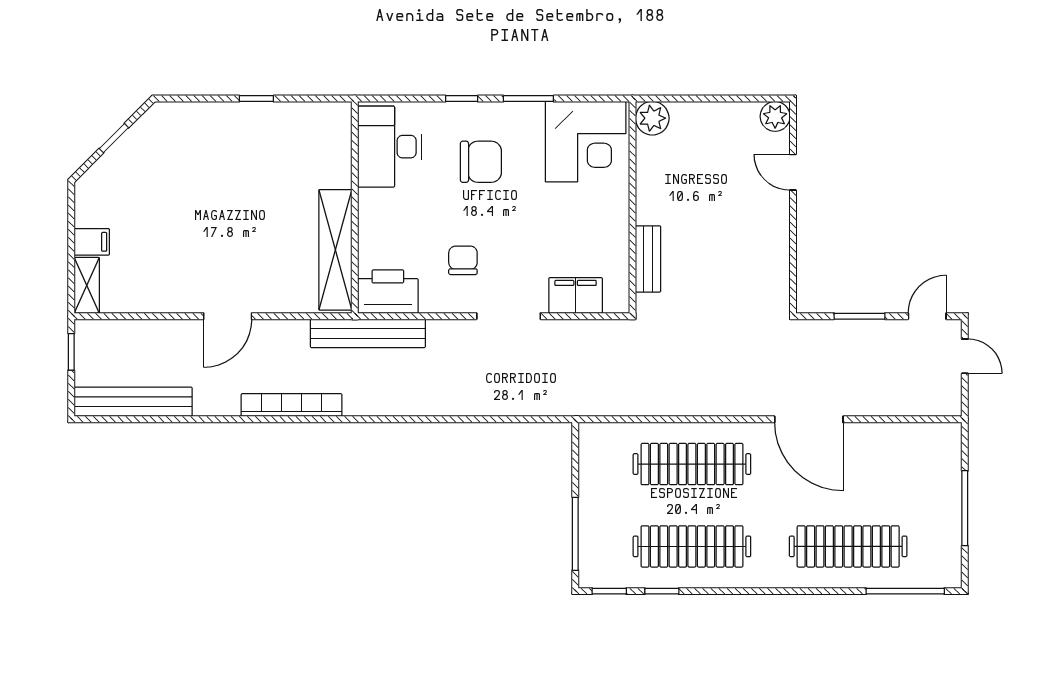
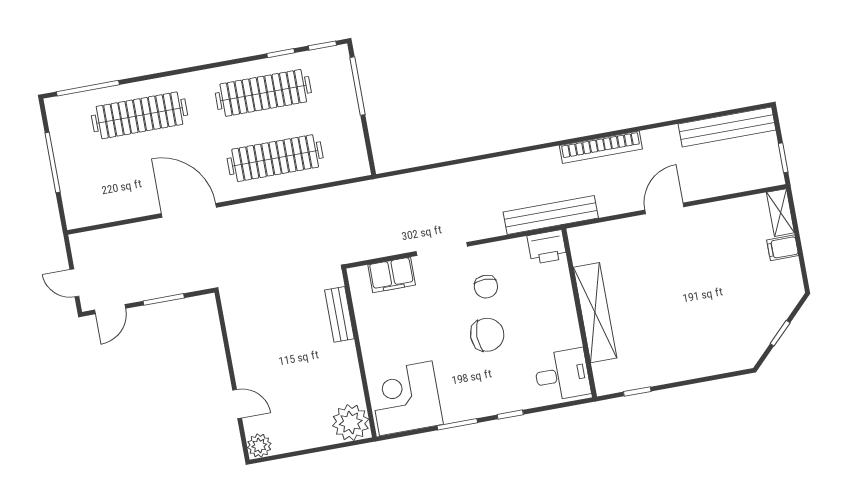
window: (256, 99) -> (637, 392), moved
plant: (652, 118) -> (351, 422), width x1.36, depth x1.36
desk: (389, 147) -> (562, 375), width x0.73
chair: (481, 162) -> (487, 335), moved, turned 180
shelving: (335, 250) -> (595, 313), moved
printer: (388, 292) -> (547, 247), width x0.73, depth x0.84

